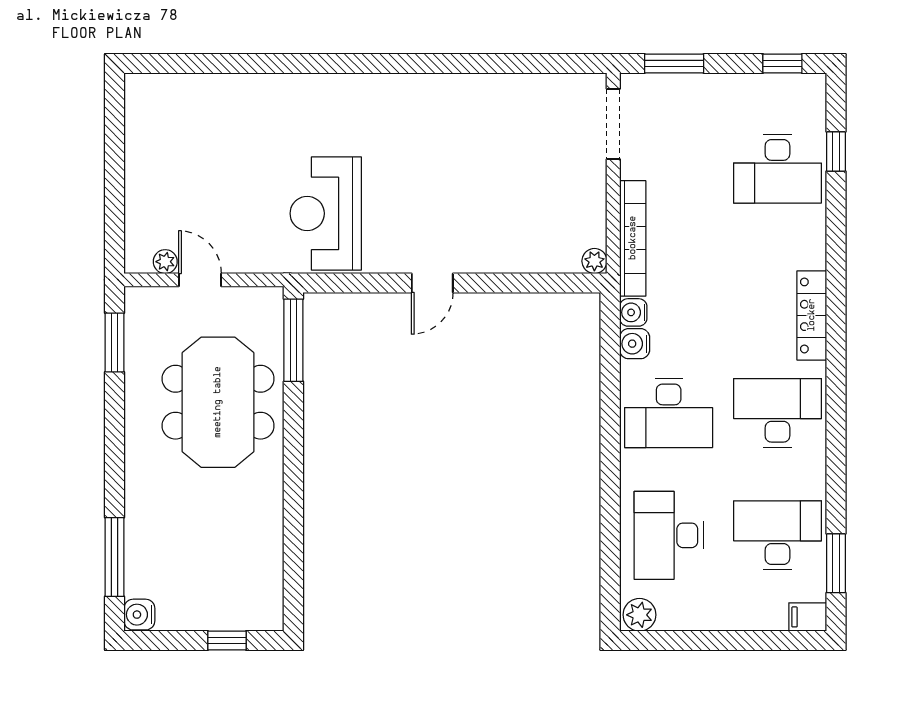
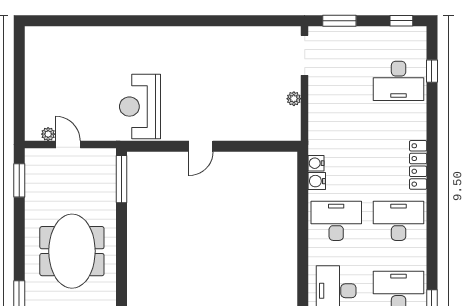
bookcase: (633, 238) -> (316, 121), removed
plant: (594, 261) -> (294, 99), moved
meeting table: (218, 402) -> (72, 251), moved
desk: (669, 413) -> (336, 221), turned 180

